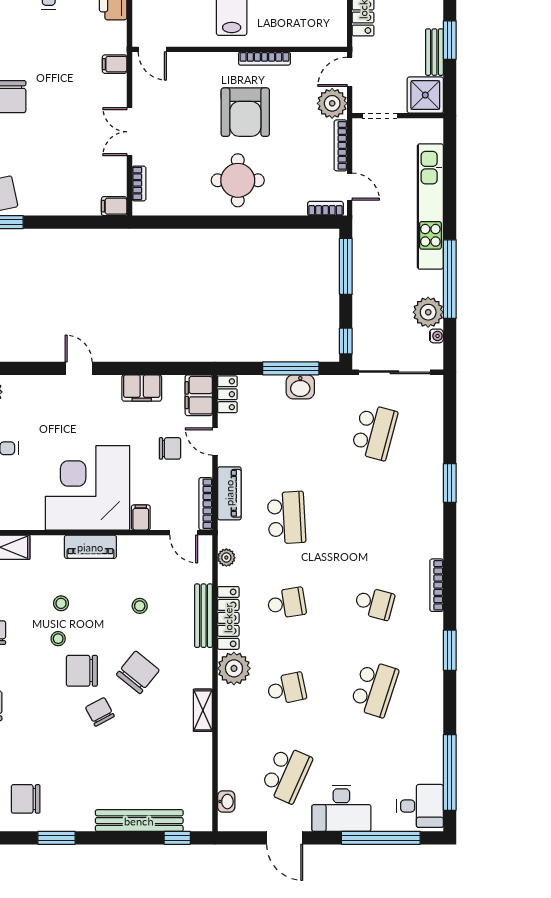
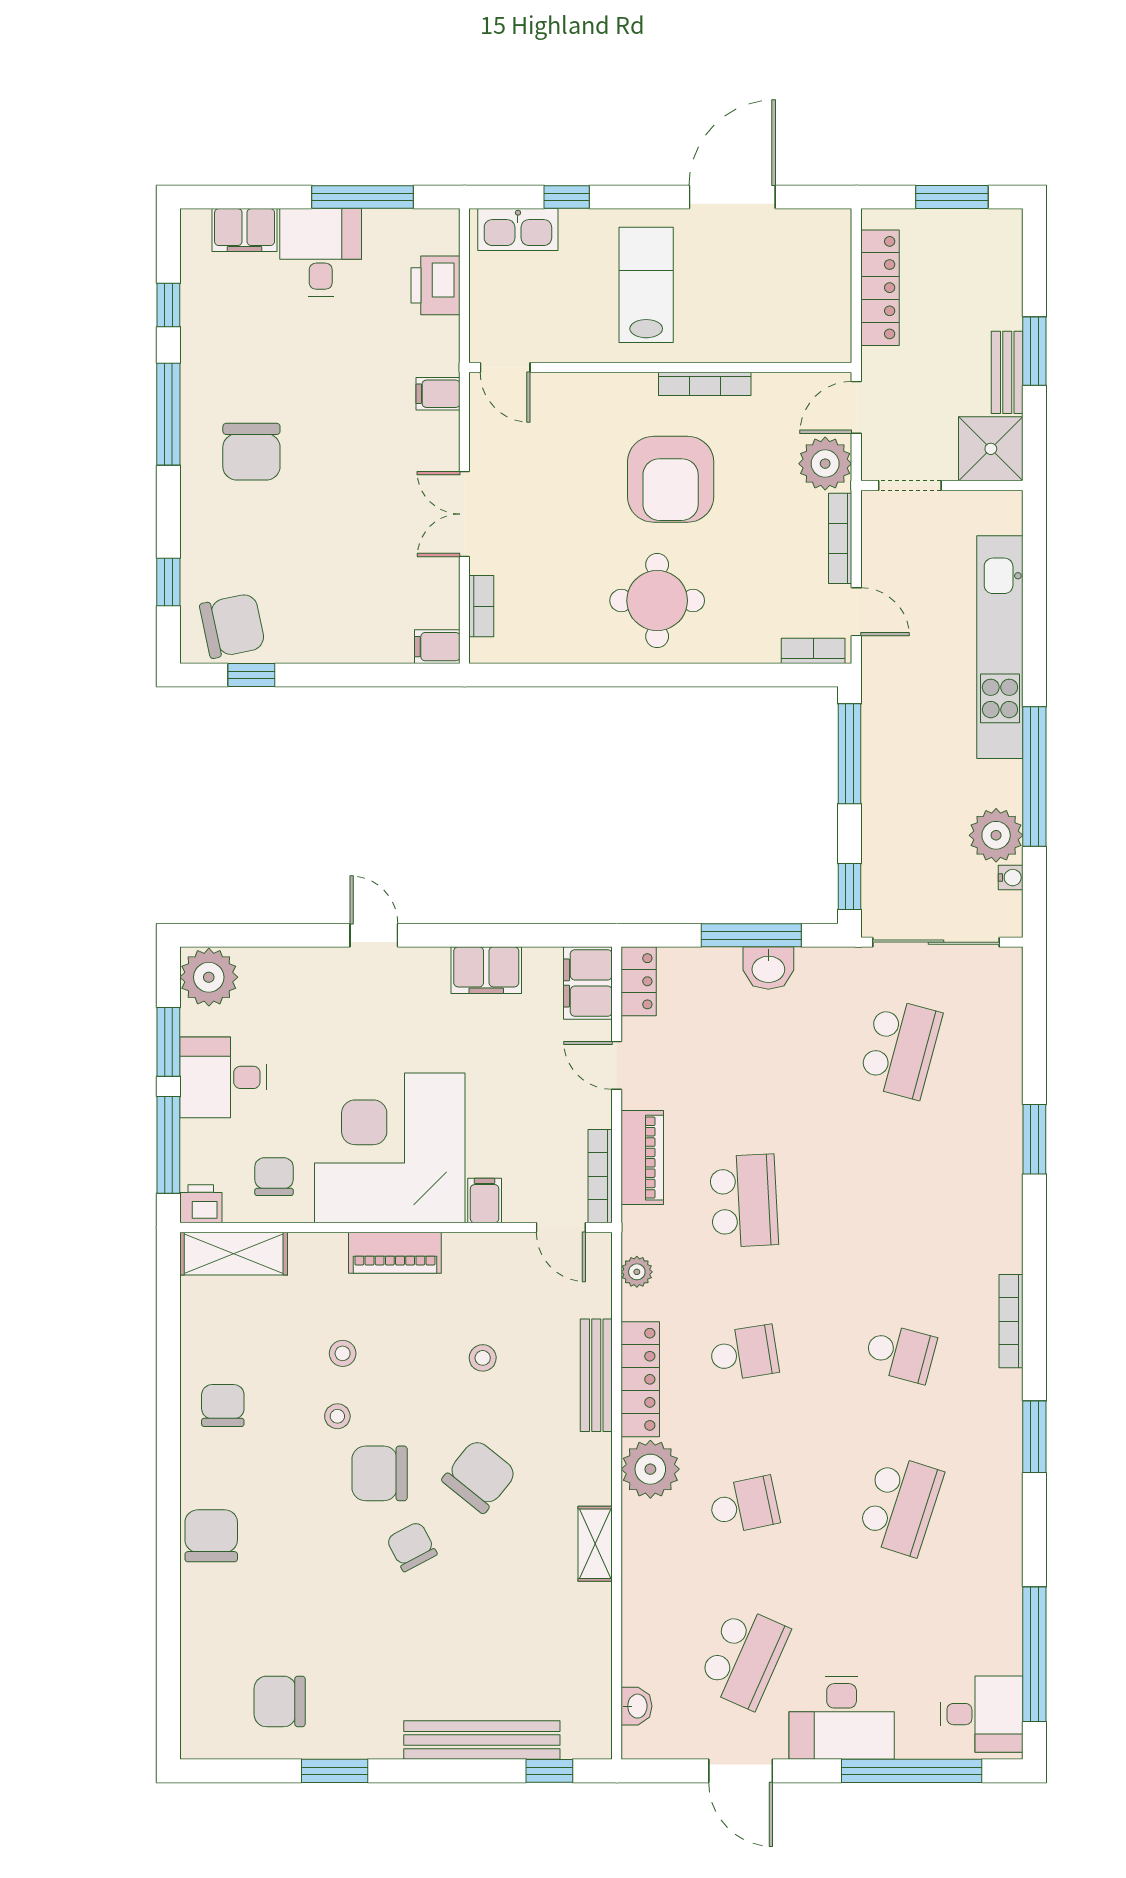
chair: (170, 448) -> (274, 1177), moved, turned -90

